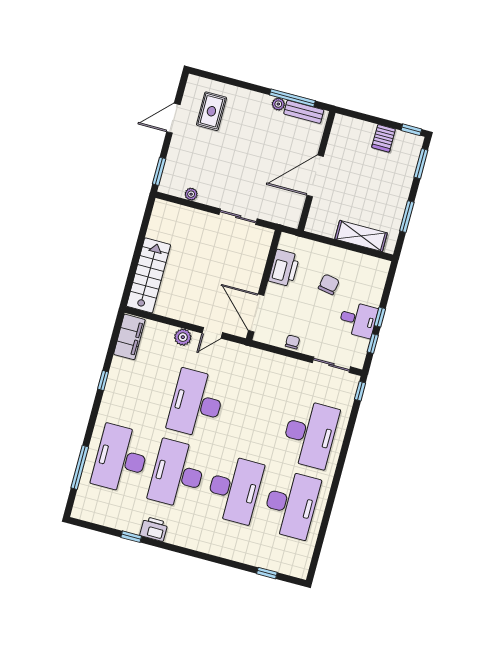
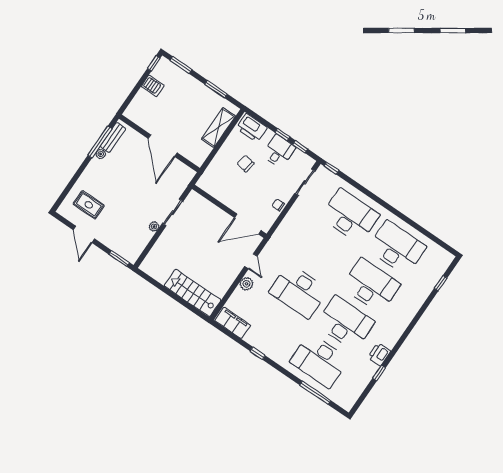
plant: (191, 194) -> (154, 227), moved
printer: (284, 268) -> (252, 128), moved, turned 180
desk: (177, 474) -> (345, 323), turned 180

